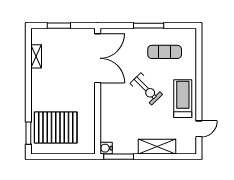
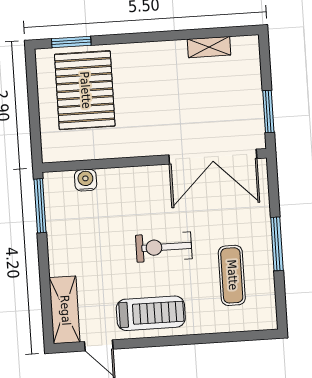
window: (59, 26) -> (268, 111), moved
exercise bike: (146, 89) -> (164, 247), turned 45
shelving: (157, 147) -> (65, 310), moved
water cooler: (106, 148) -> (86, 180), moved

